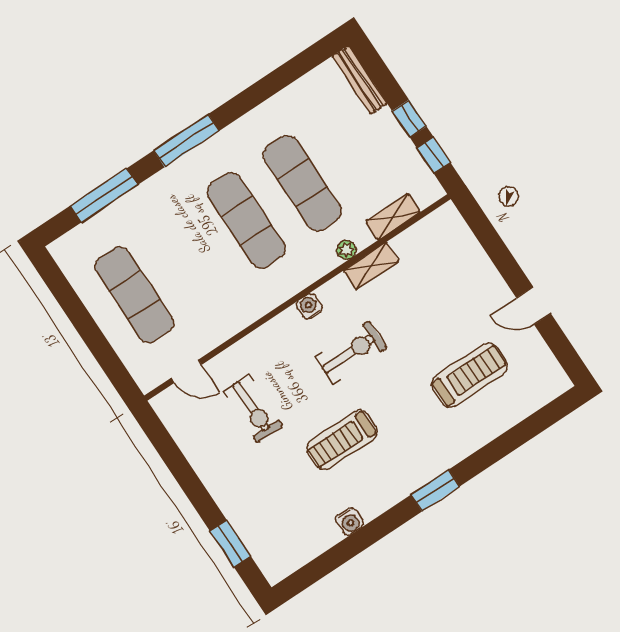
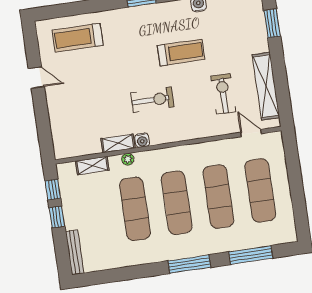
exercise mat: (190, 258) -> (218, 197), added
water cooler: (309, 306) -> (142, 140), moved
exercise bike: (351, 352) -> (152, 100), turned 180
treadmill: (469, 375) -> (78, 38), moved
shelving: (197, 449) -> (266, 86), added

